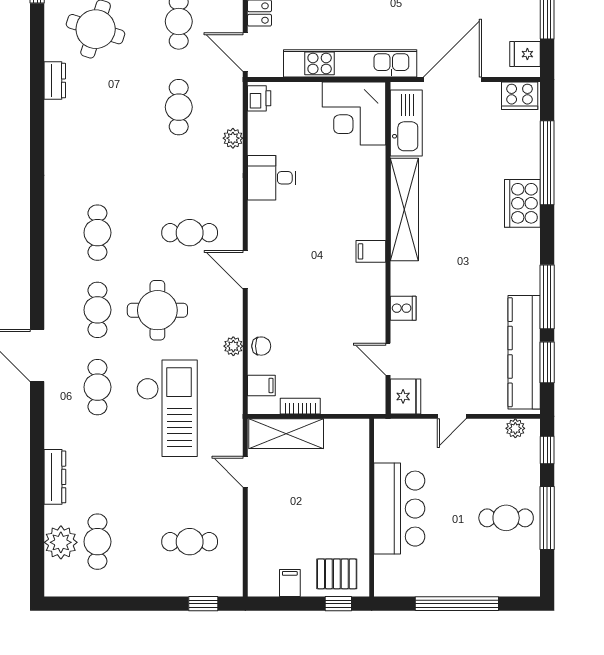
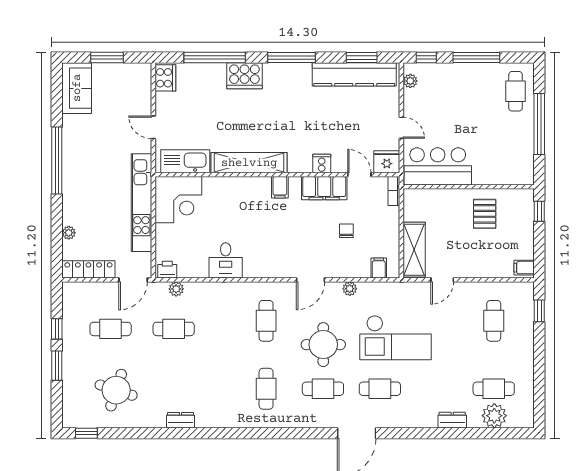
fridge: (525, 54) -> (135, 74), removed
door: (452, 80) -> (153, 127), width x0.53
dresser: (55, 81) -> (181, 420), moved
plant: (233, 138) -> (176, 289), moved
cafe table: (97, 233) -> (266, 389), turned 90
door: (245, 270) -> (311, 280), moved
window: (547, 297) -> (292, 58), moved
filing cabinet: (370, 312) -> (324, 188), added
chair: (261, 346) -> (346, 231), moved
door: (388, 359) -> (359, 175), swing flipped
bookcase: (300, 406) -> (394, 191), moved
checkout: (167, 408) -> (395, 338), turned 180
dresser: (55, 477) -> (452, 420), width x0.70
bar counter: (399, 509) -> (438, 166), moved
cafe table: (506, 518) -> (516, 91), moved
pallet: (337, 574) -> (485, 214), moved
filing cabinet: (290, 583) -> (524, 268), moved

